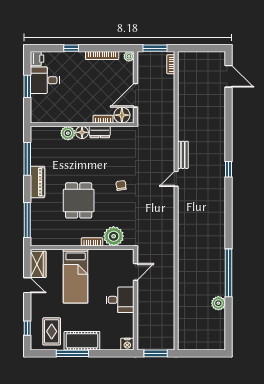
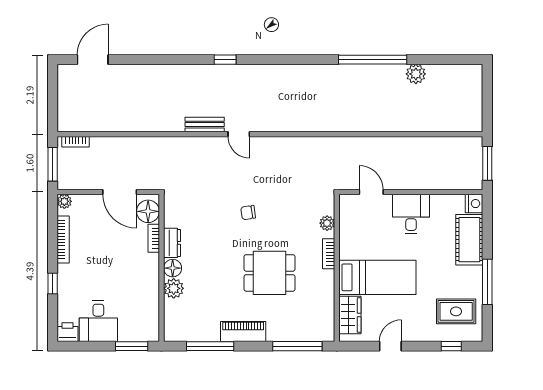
window: (27, 86) -> (132, 346), moved
plant: (114, 236) -> (327, 223), width x0.53, depth x0.53
wardrobe: (38, 264) -> (350, 315), moved, turned 90
cot: (82, 341) -> (469, 240), moved

